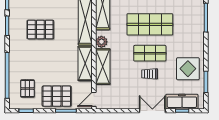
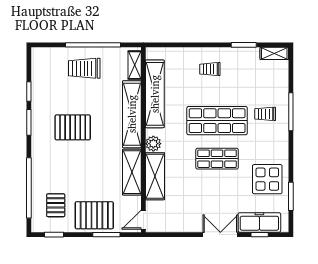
trolley: (150, 74) -> (265, 114), moved

